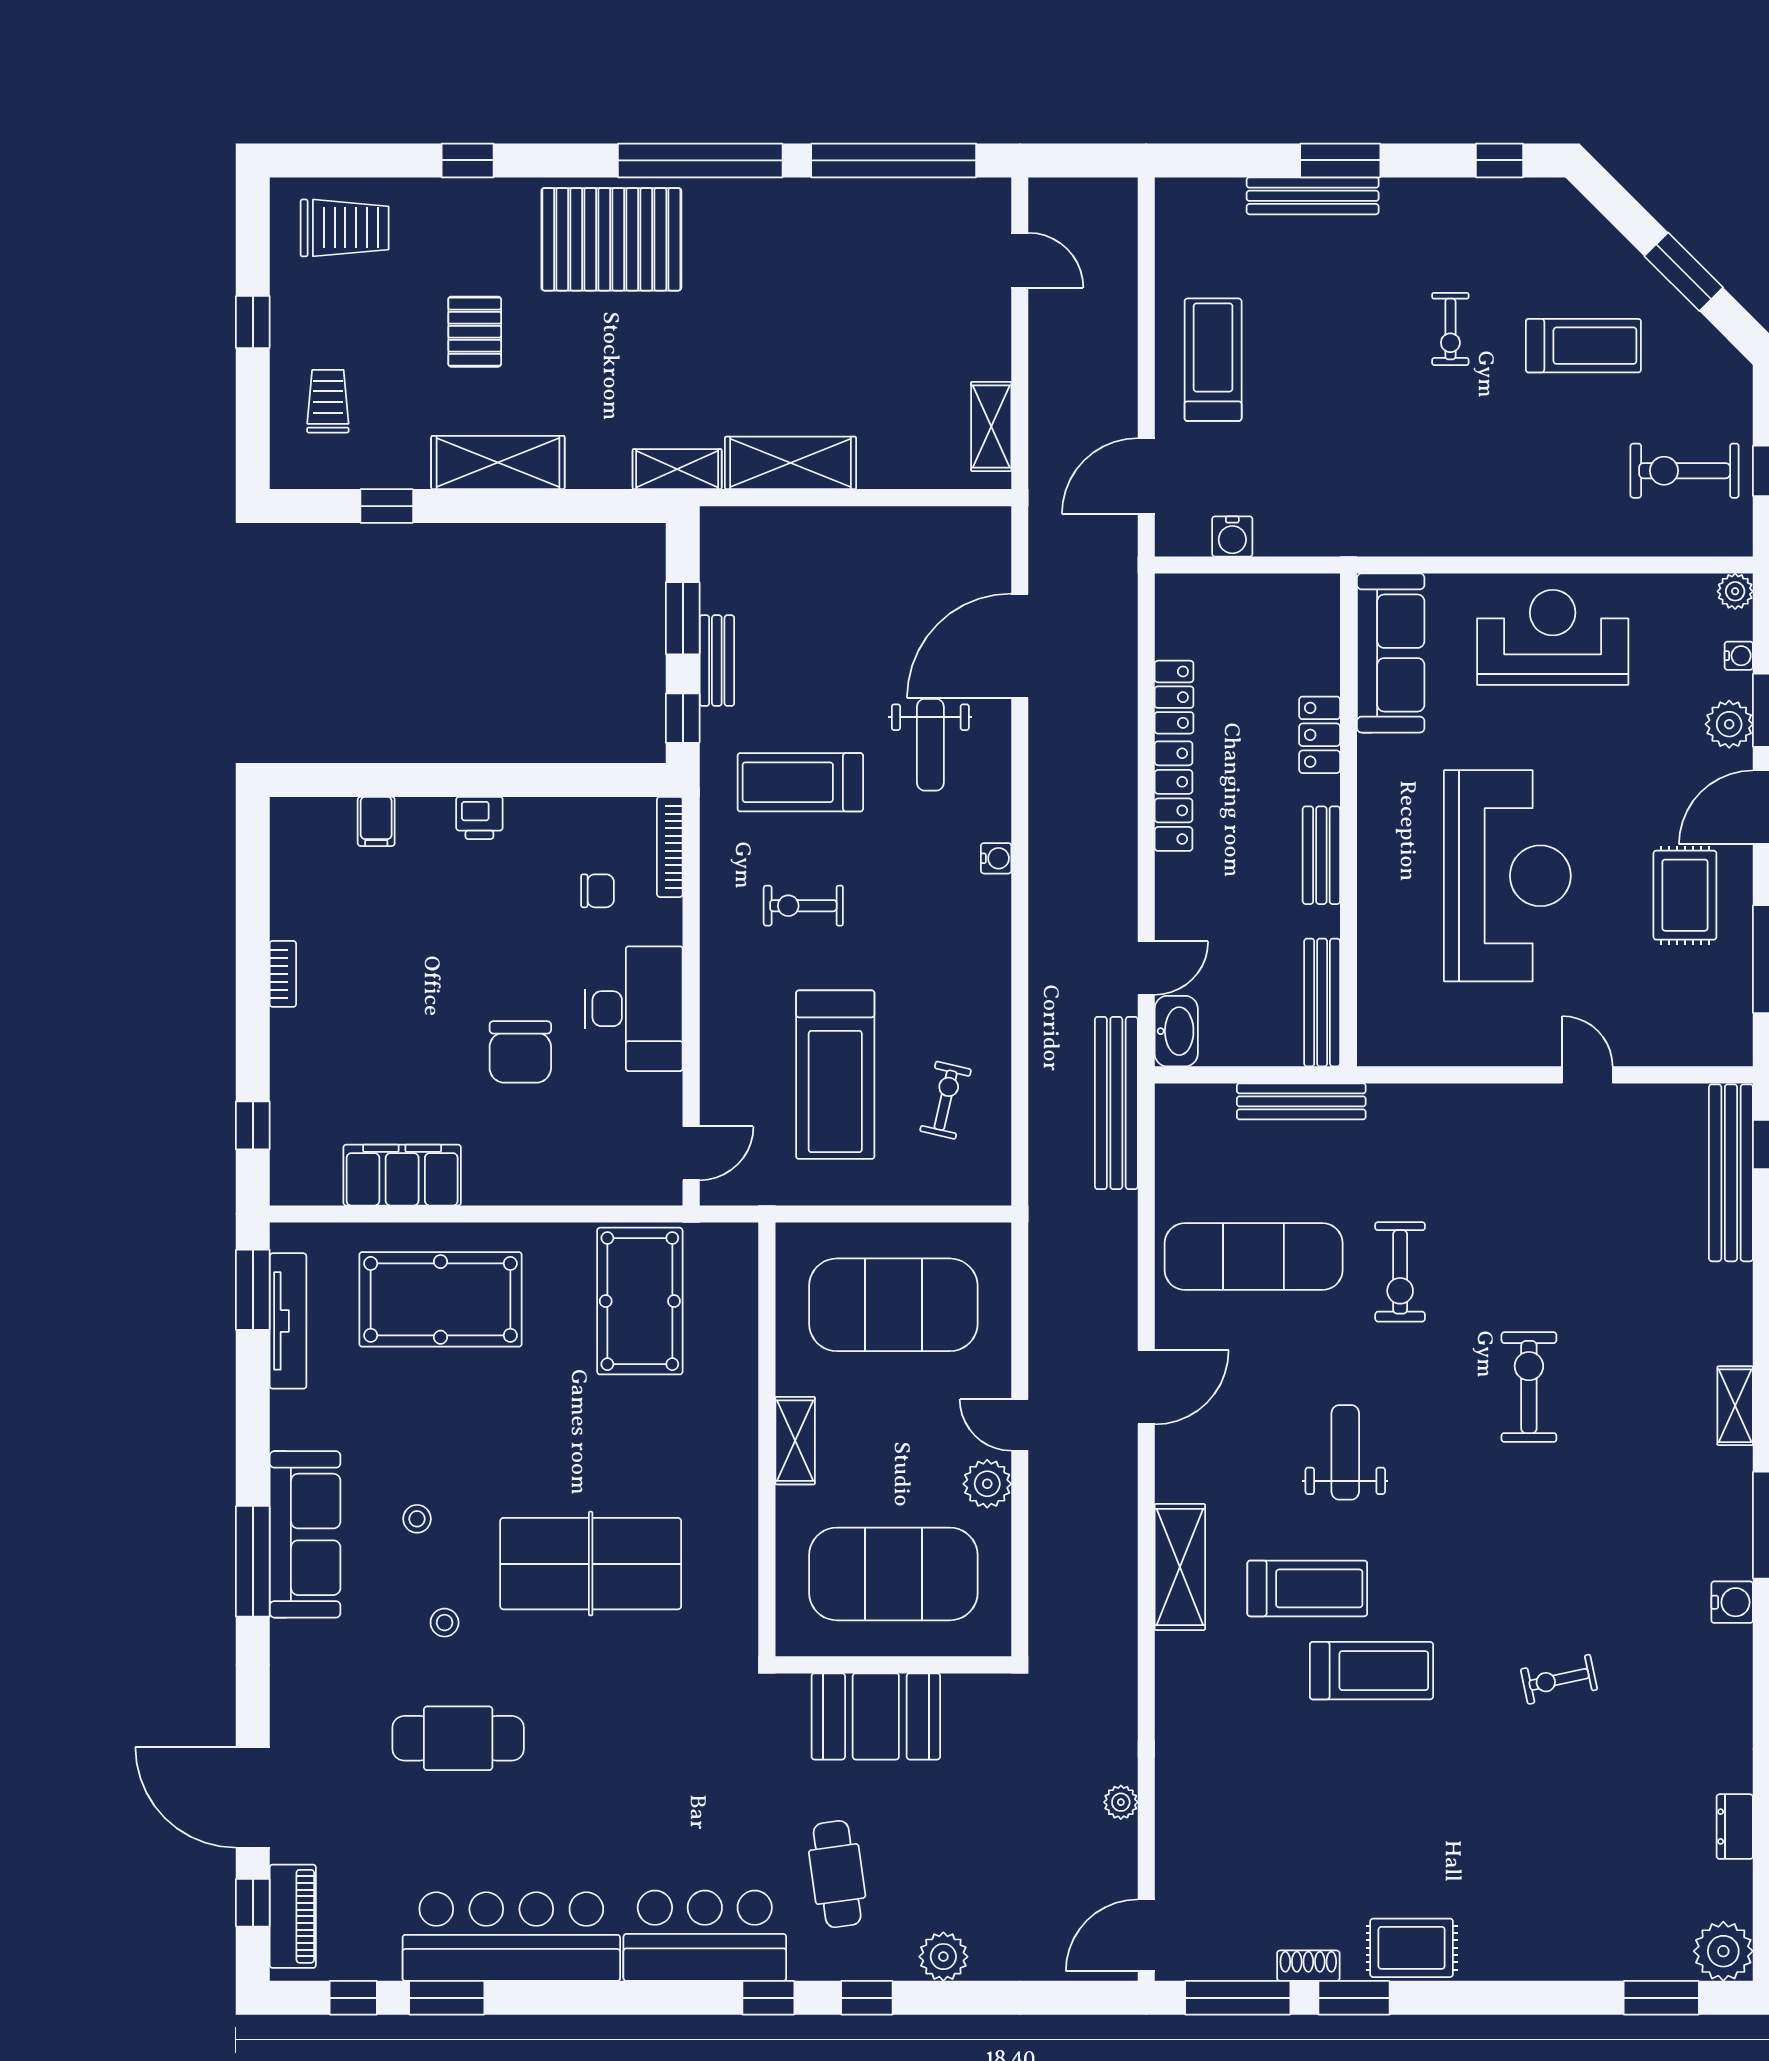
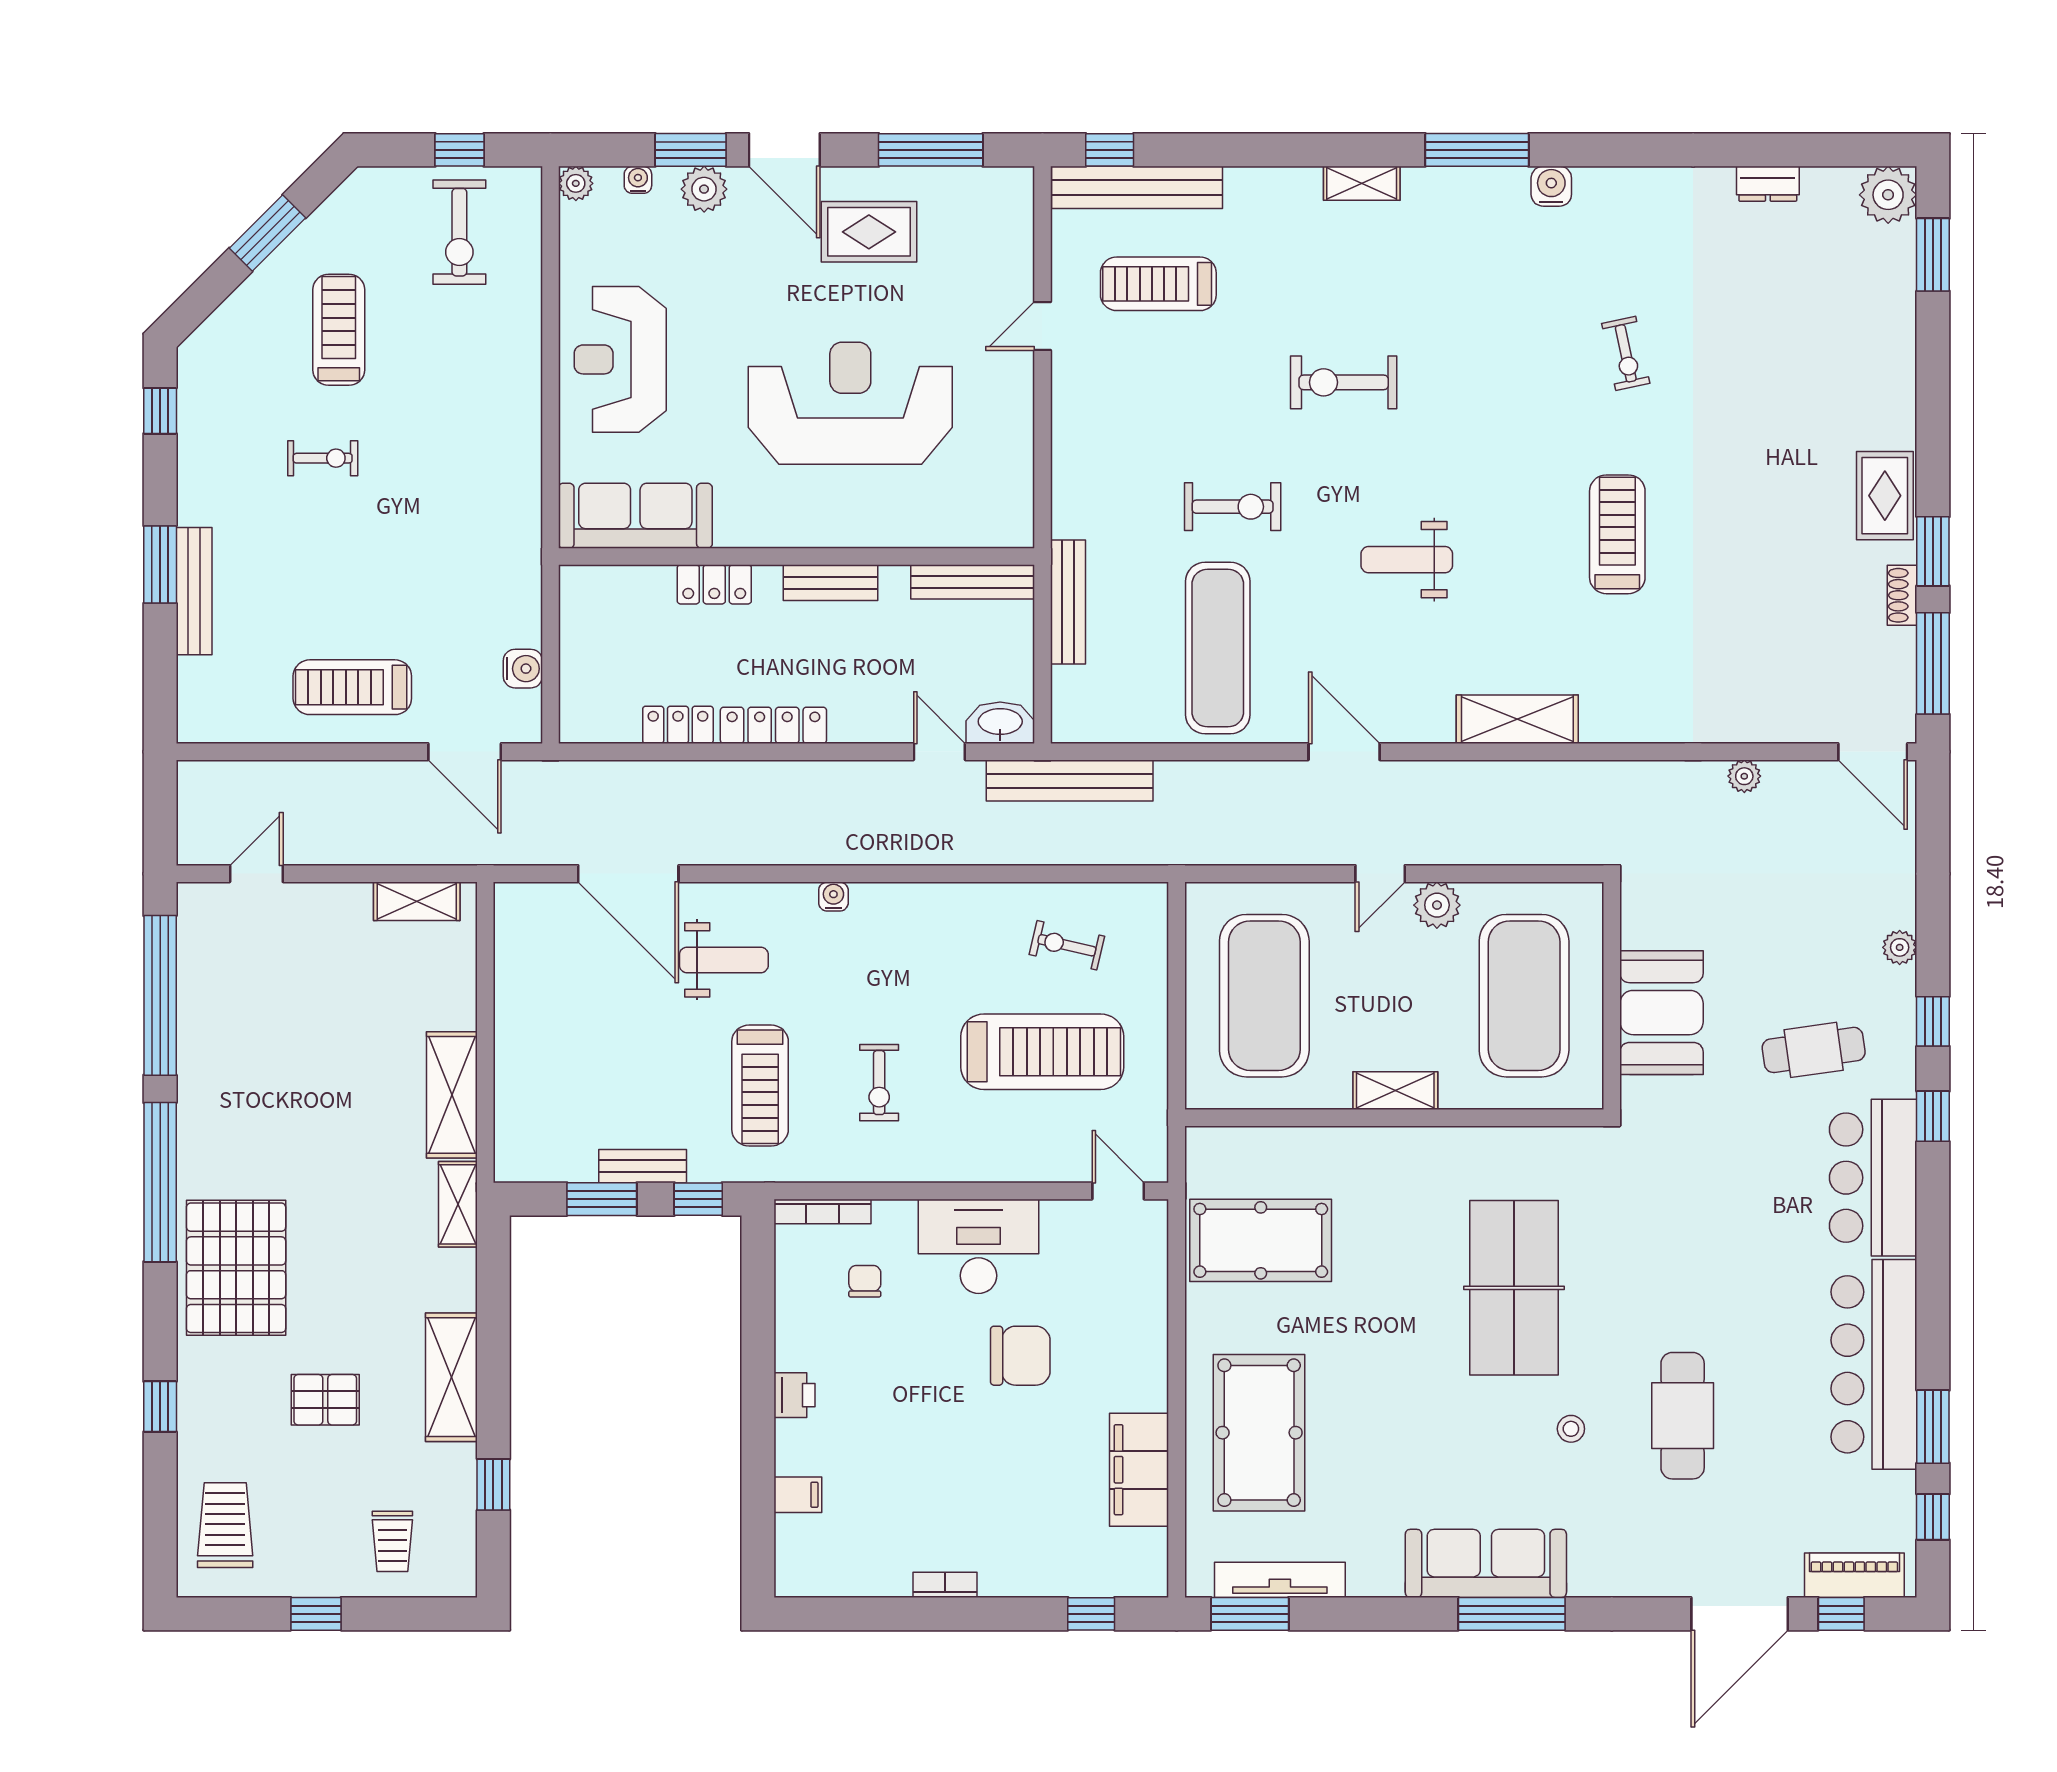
trolley: (328, 401) -> (392, 1541), turned -90
stool: (417, 1519) -> (1471, 1455), removed
treadmill: (1307, 1588) -> (1158, 284), moved, turned -90
plant: (943, 1957) -> (1900, 947), width x0.73, depth x0.73

